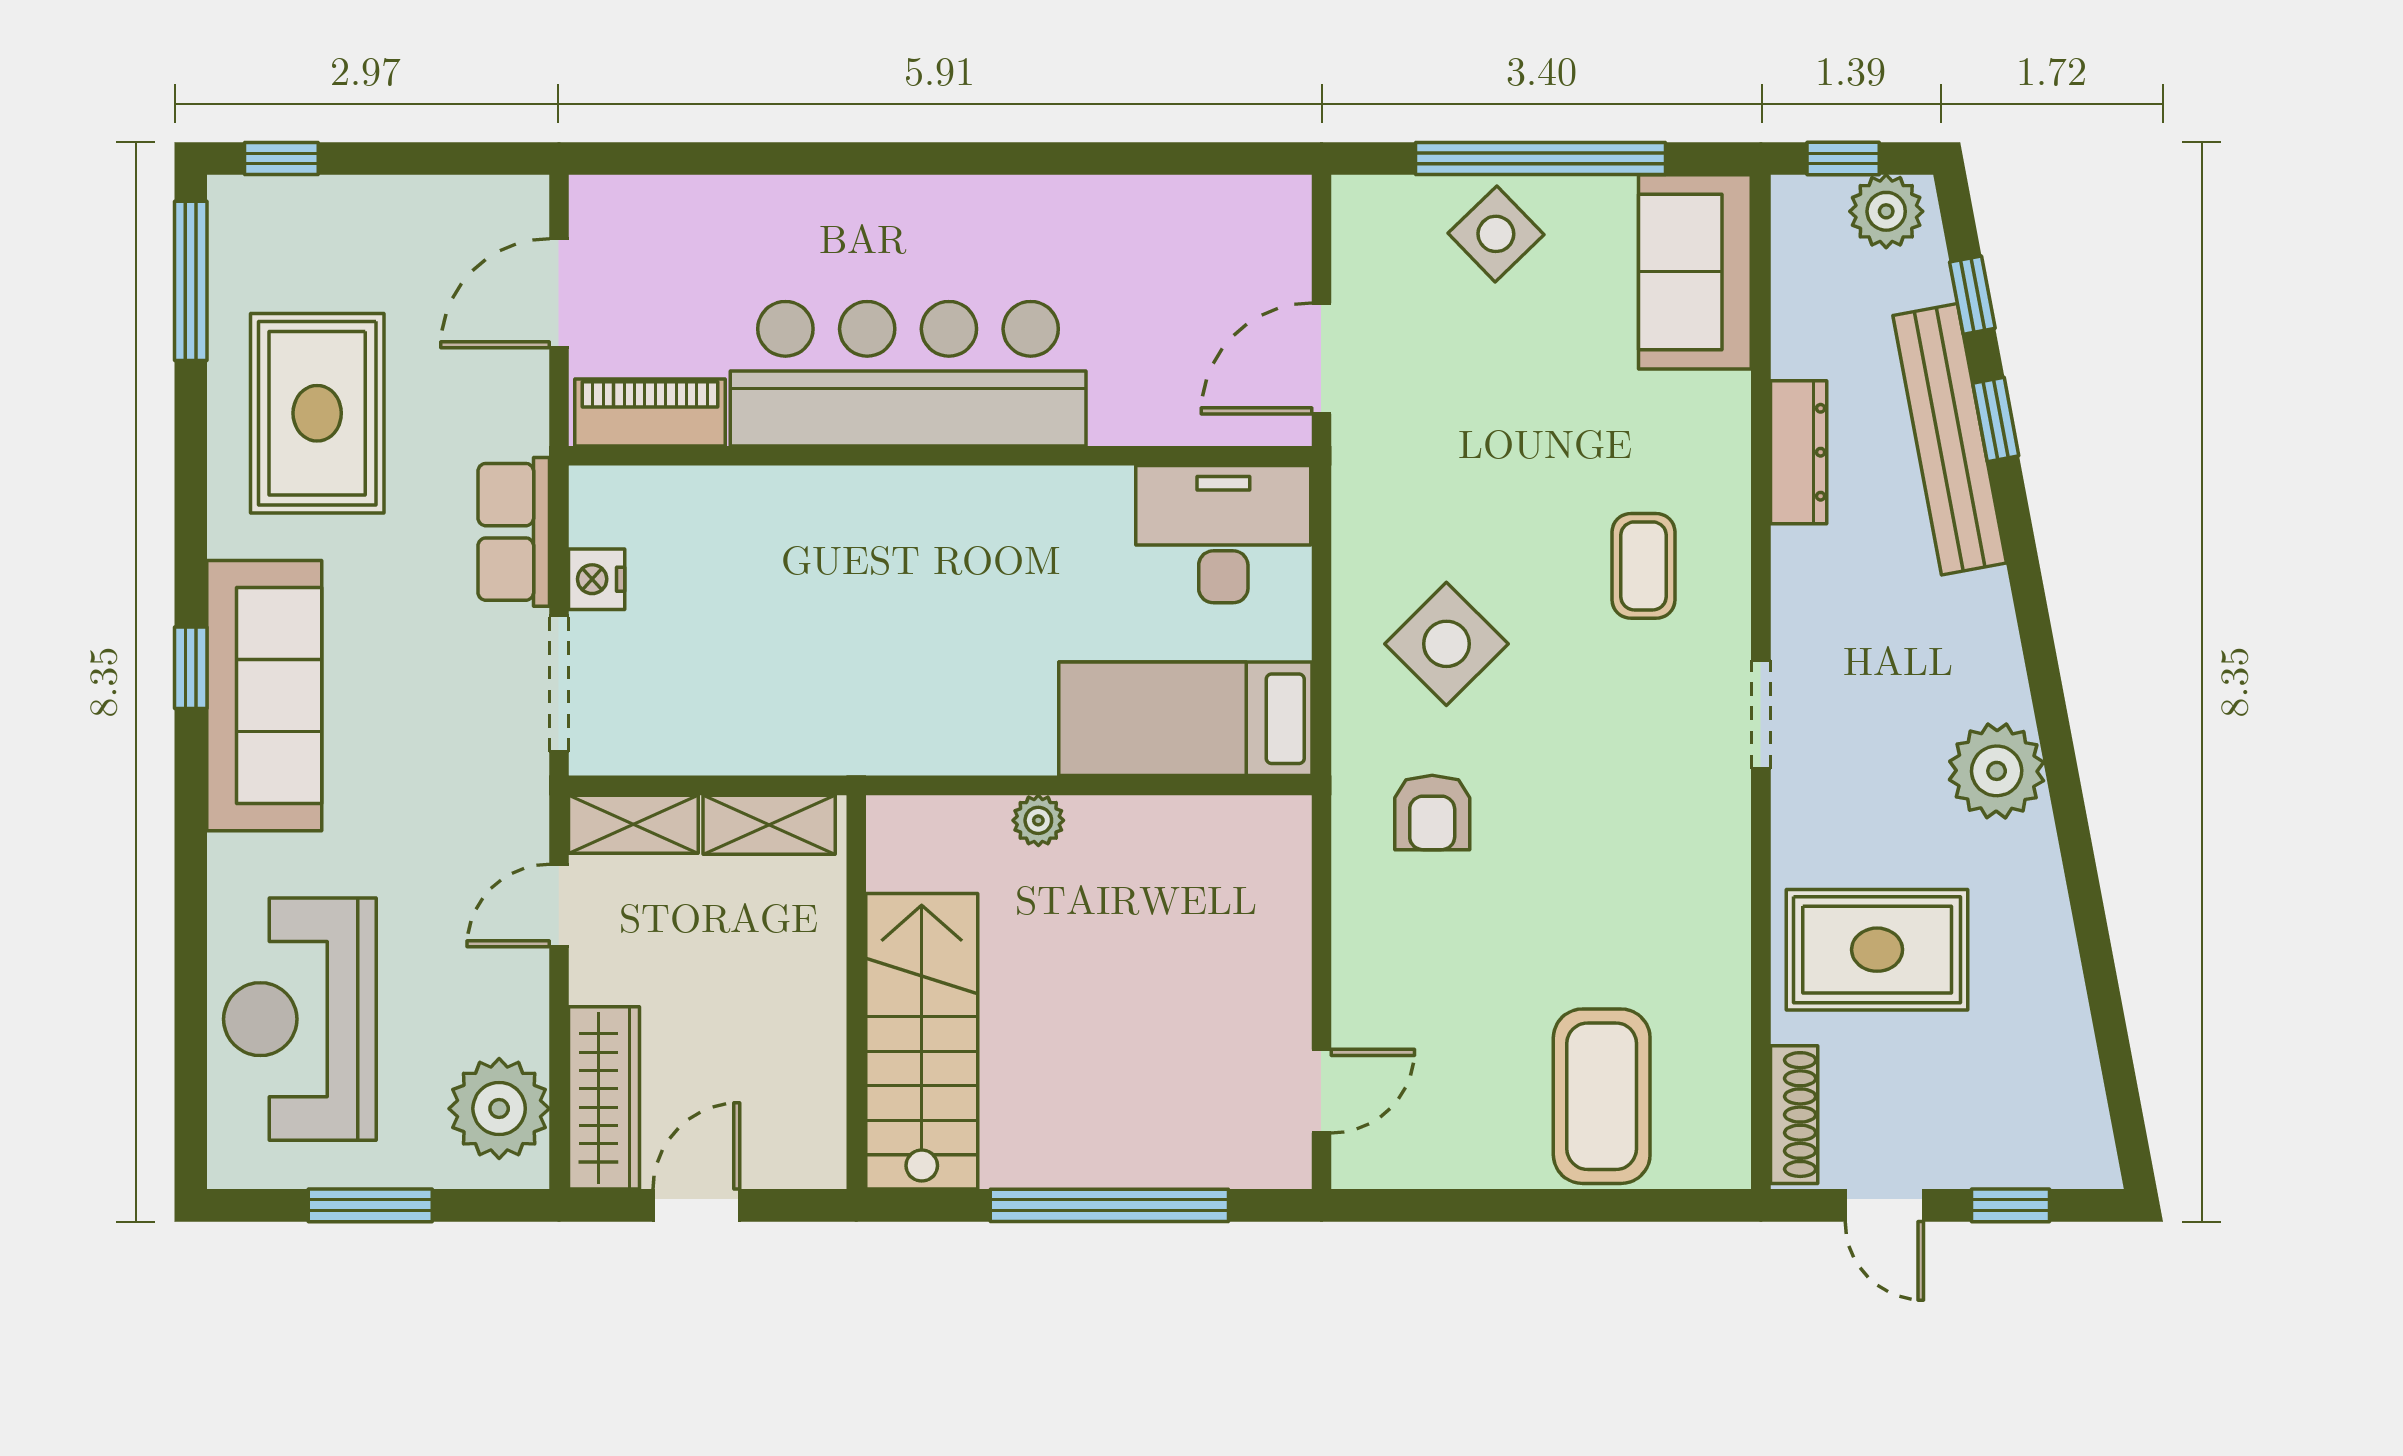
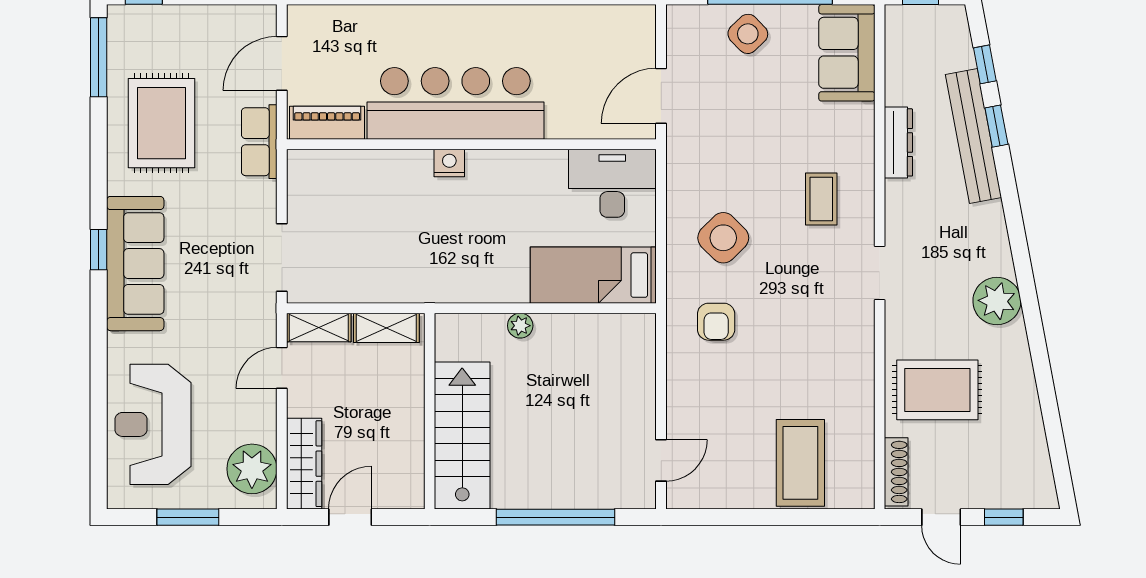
plant: (1886, 211) -> (942, 23), removed
row of seats: (514, 532) -> (259, 142), moved
nightstand: (597, 579) -> (449, 163), moved, turned 90

